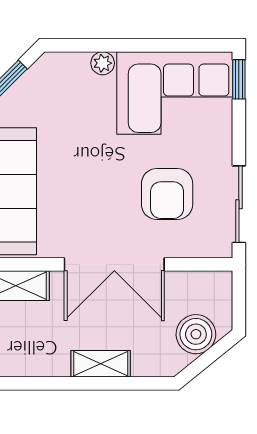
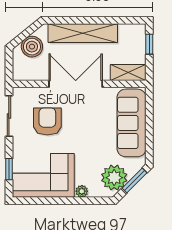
window: (239, 79) -> (9, 169), moved
plant: (42, 89) -> (114, 178), added
shelving: (101, 364) -> (83, 33), width x2.20, depth x1.33

